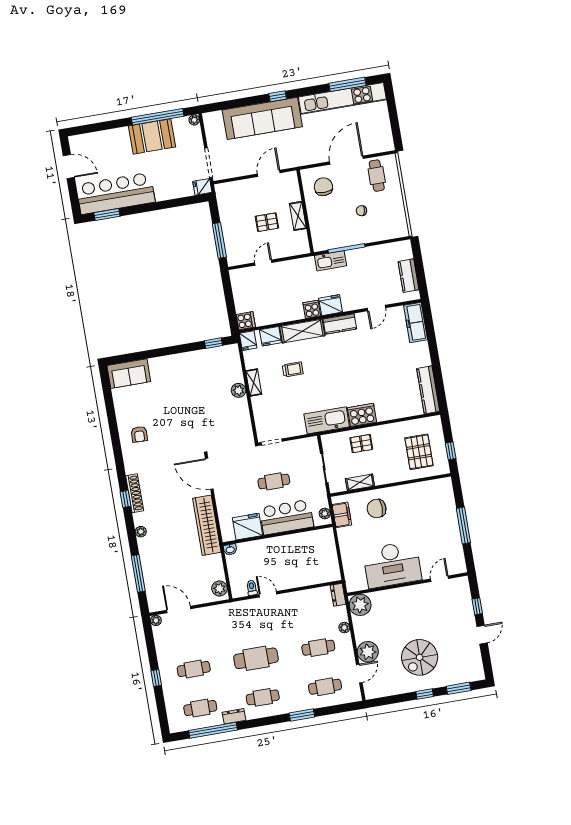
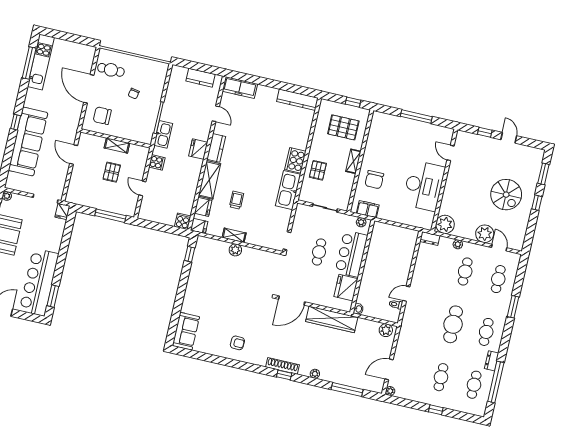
kitchen unit: (342, 98) -> (41, 62), width x0.73
cooker: (312, 309) -> (157, 162), moved, turned 180
shelving: (360, 482) -> (353, 161), moved

